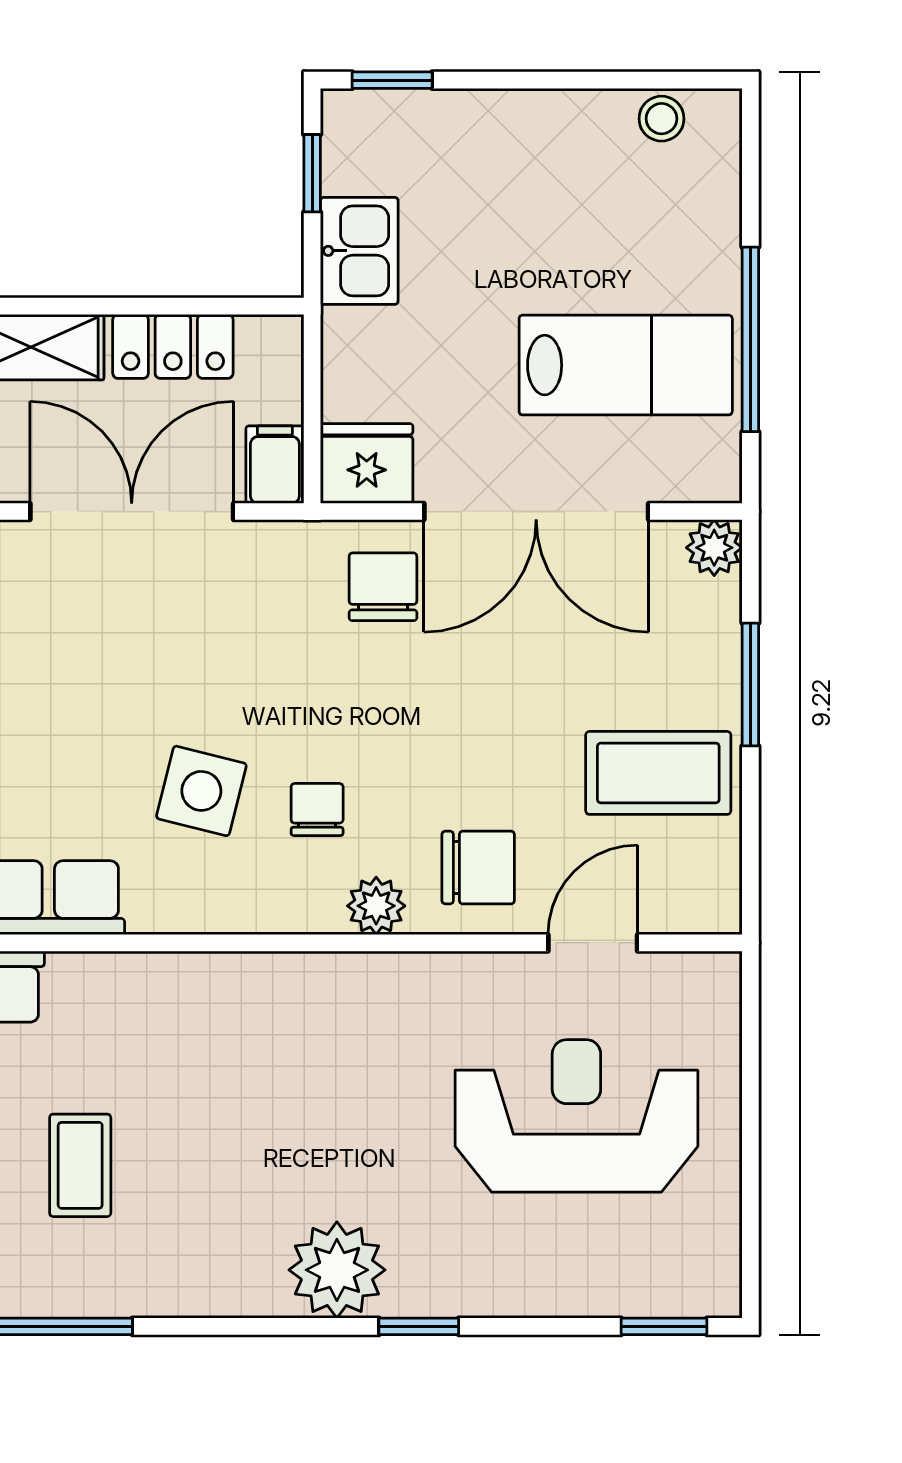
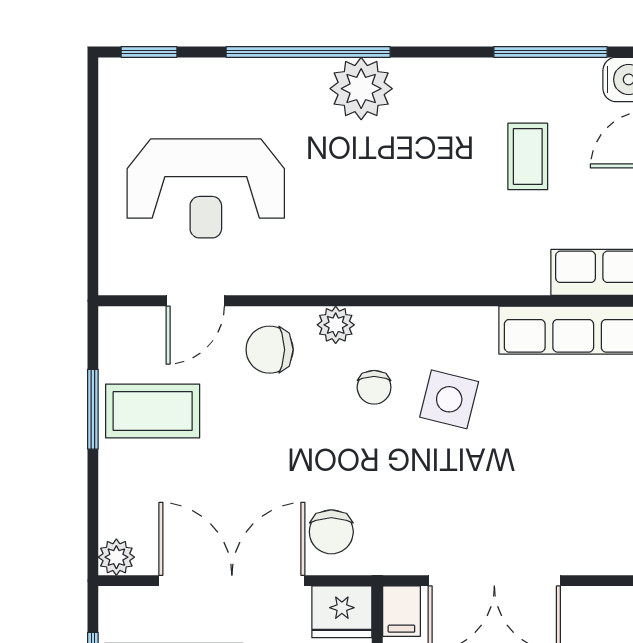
window: (750, 685) -> (93, 409), moved
window: (419, 1326) -> (308, 52), width x3.17

